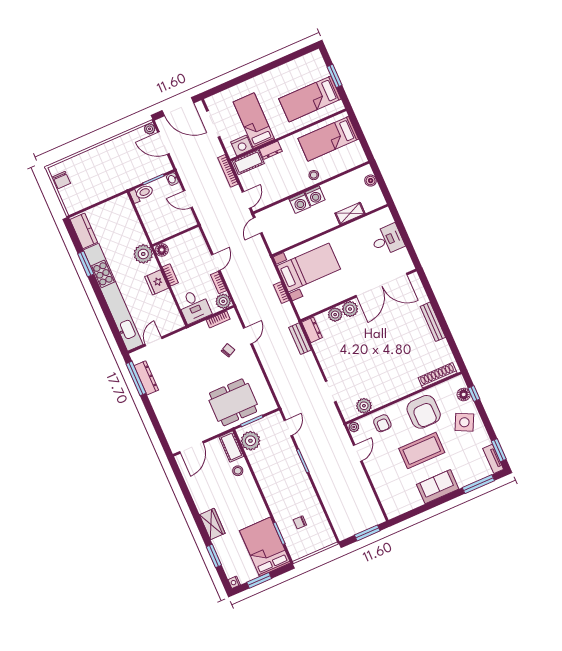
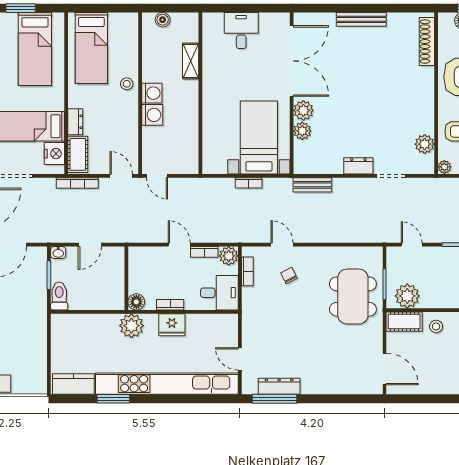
bed with nightstands: (309, 267) -> (259, 138), moved
dresser: (312, 330) -> (358, 166), moved

